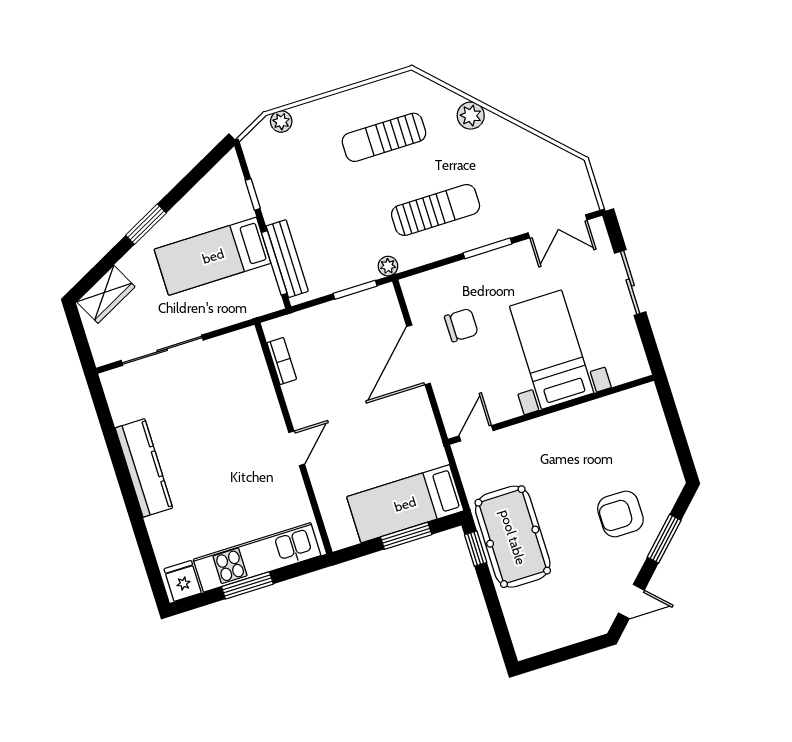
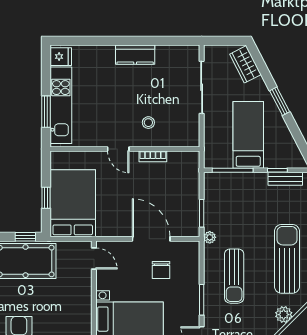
sun lounger: (384, 137) -> (287, 259), width x1.36, depth x1.34
bench: (287, 259) -> (285, 179), moved, width x0.73
bookcase: (282, 361) -> (153, 156), moved
stool: (242, 415) -> (148, 123), added
kitchen counter: (144, 468) -> (135, 55), width x0.67
bed: (405, 504) -> (73, 203), width x1.50
window: (406, 536) -> (46, 198), width x0.67
window: (247, 585) -> (46, 112), moved

